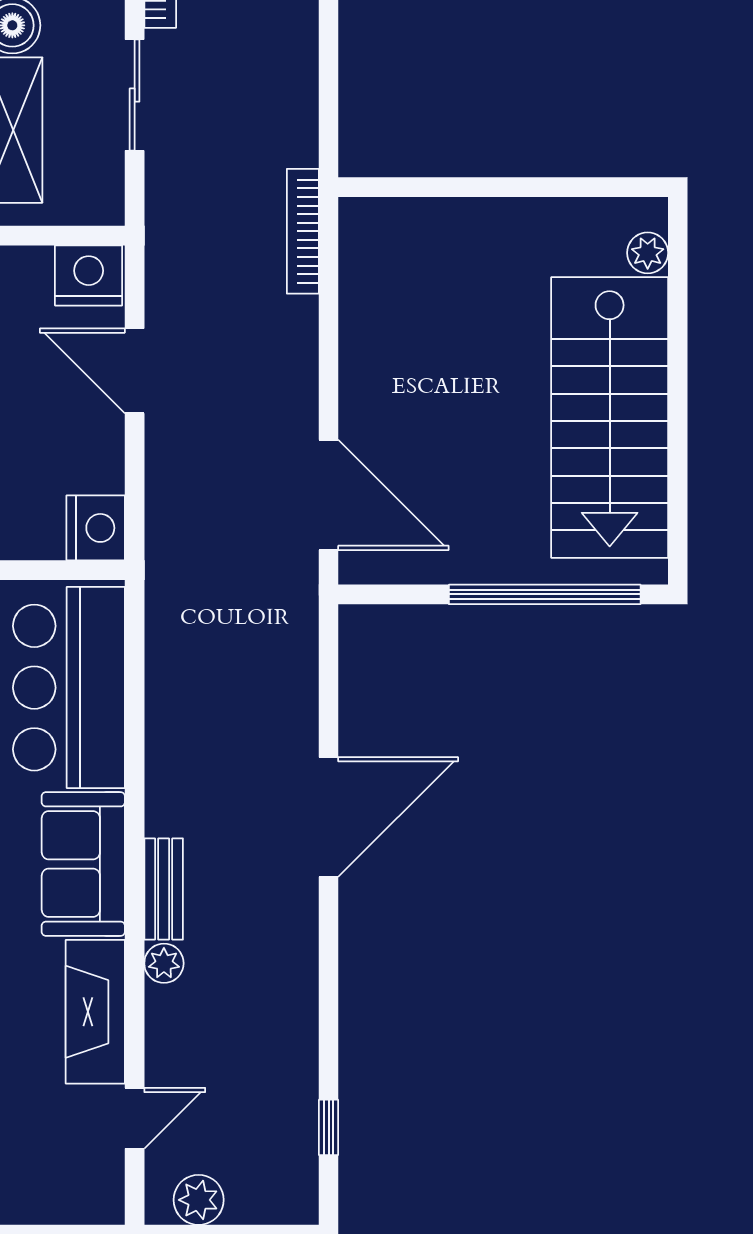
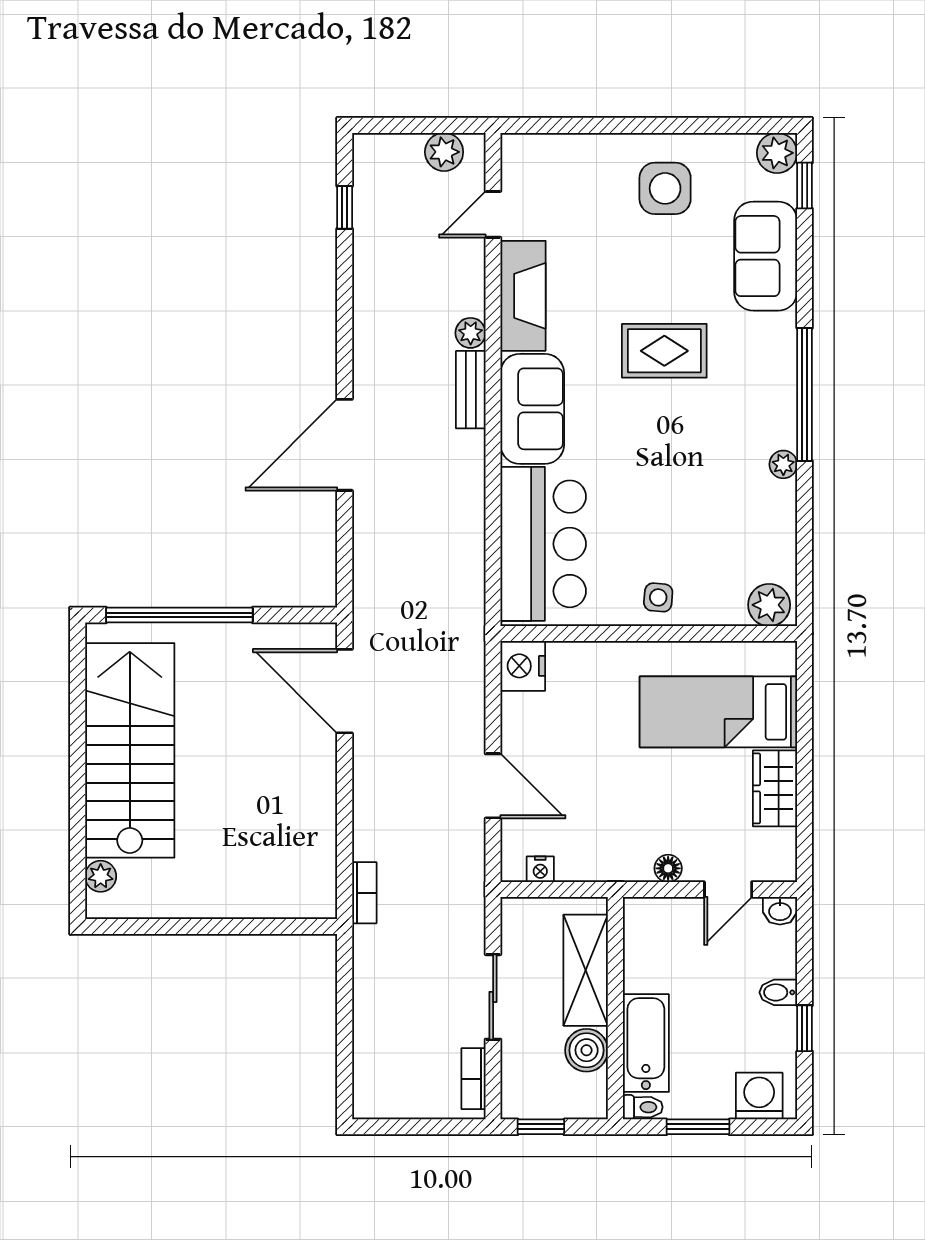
bookcase: (303, 231) -> (364, 893), width x0.64
nightstand: (89, 275) -> (540, 869), width x0.53, depth x0.56

